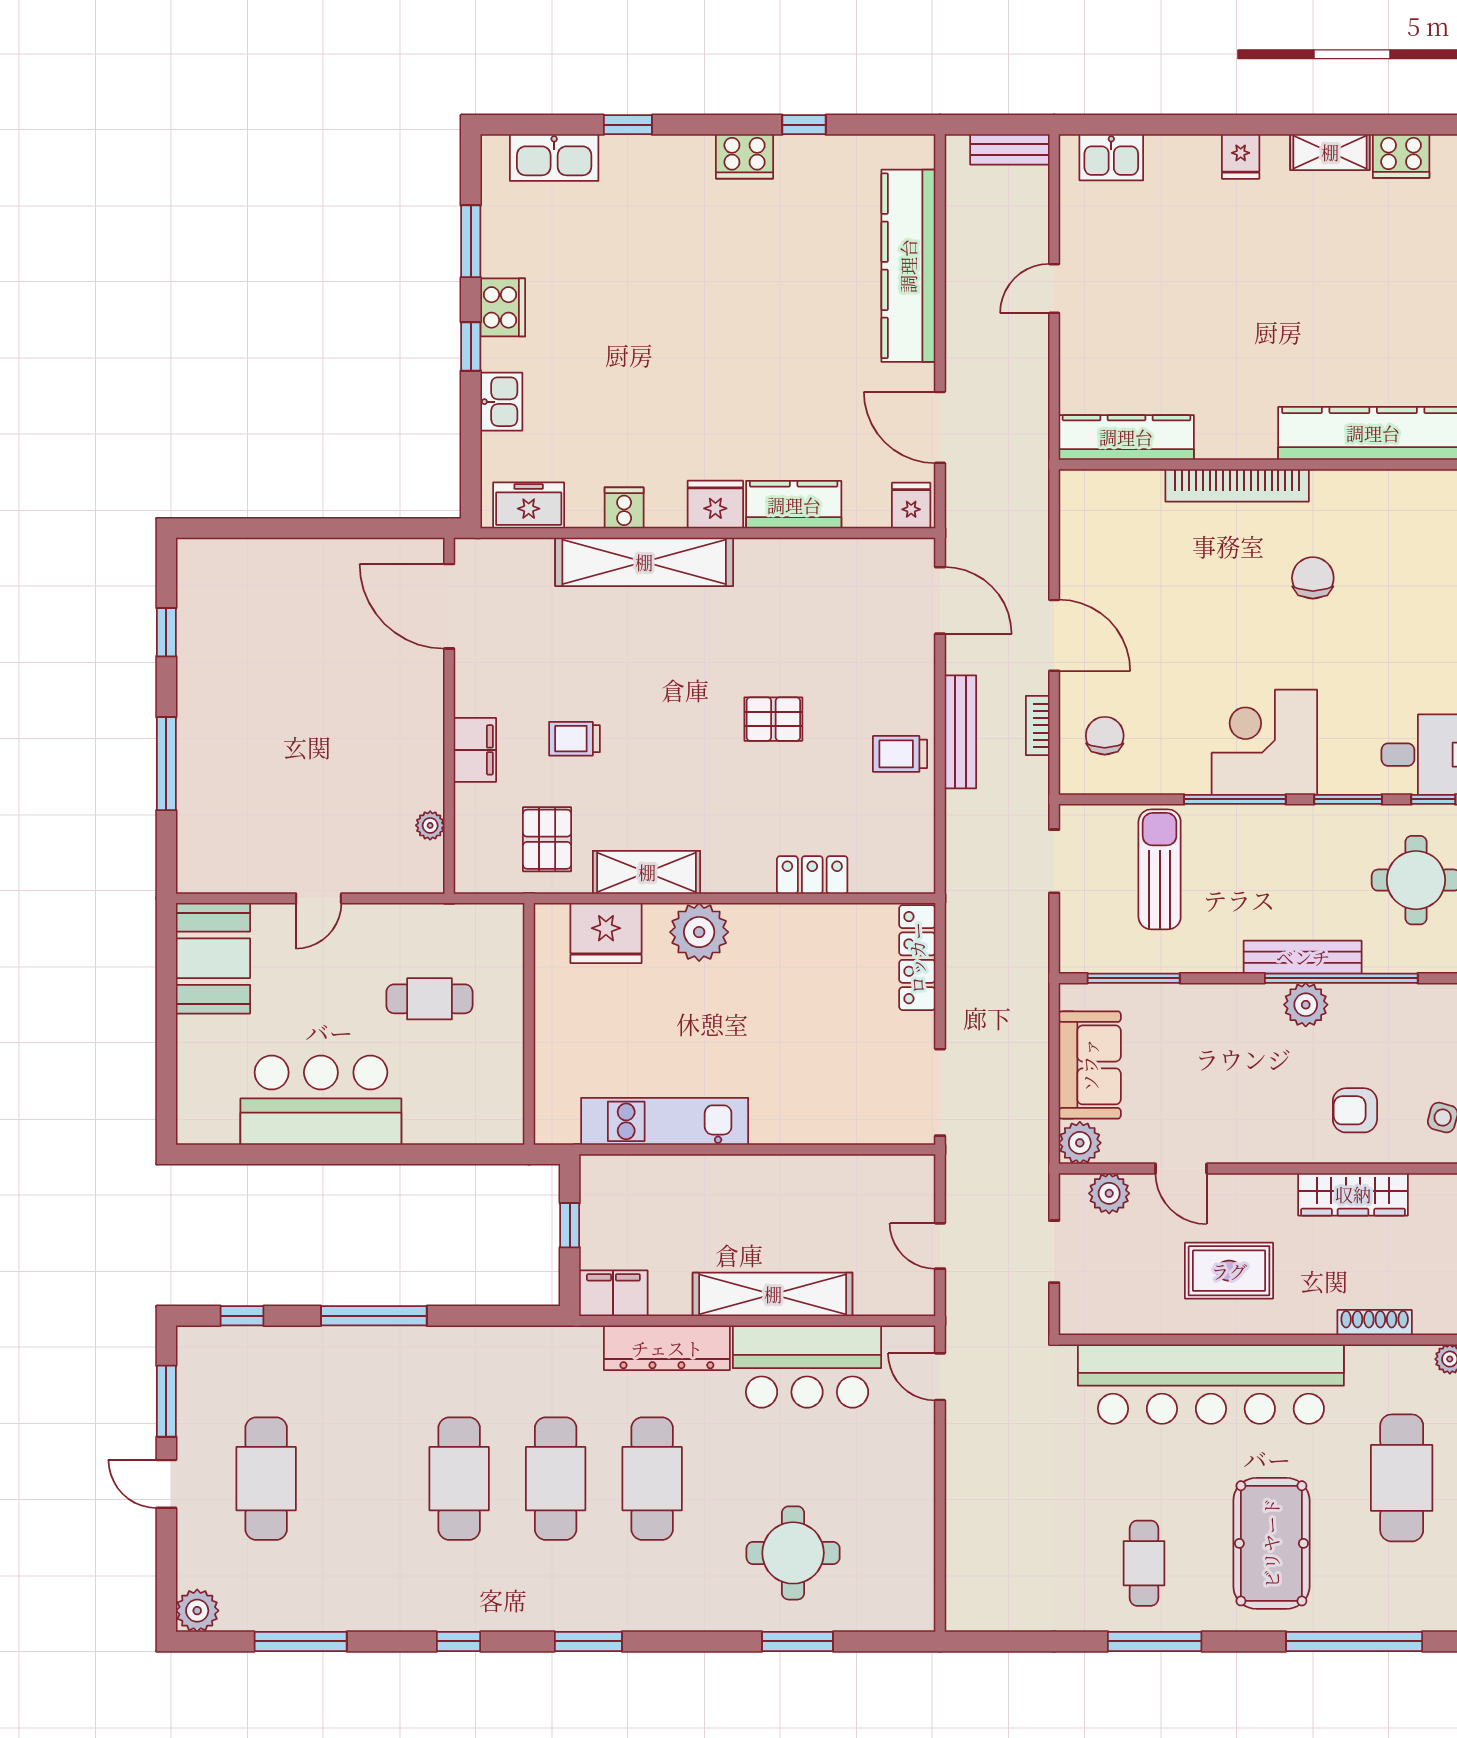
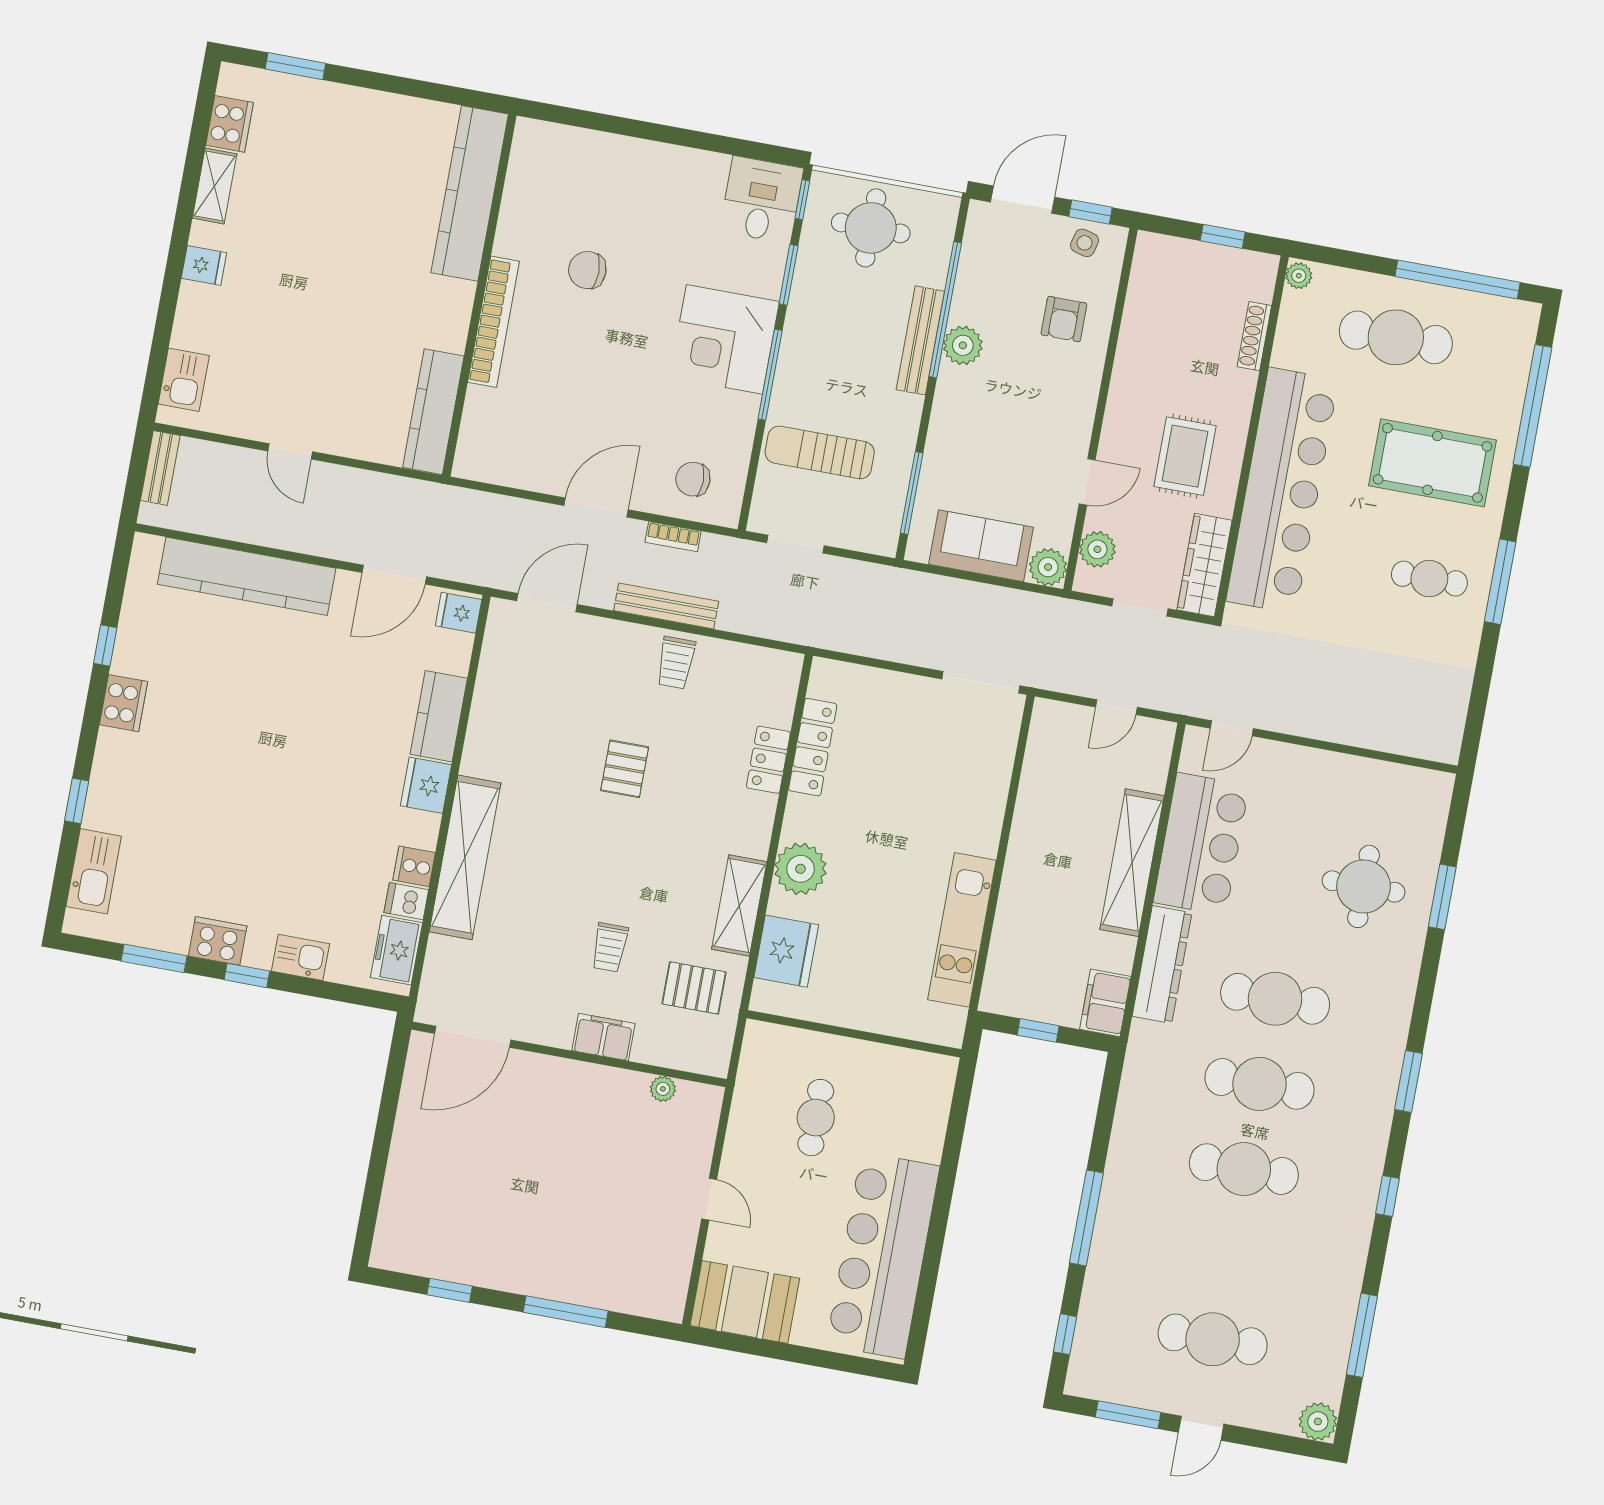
dishwasher: (584, 506) -> (406, 901), added
locker: (917, 958) -> (813, 747), moved, turned -90
bar counter: (321, 1100) -> (883, 1255), width x1.36
wardrobe: (1353, 1194) -> (1205, 565), moved, turned 180

